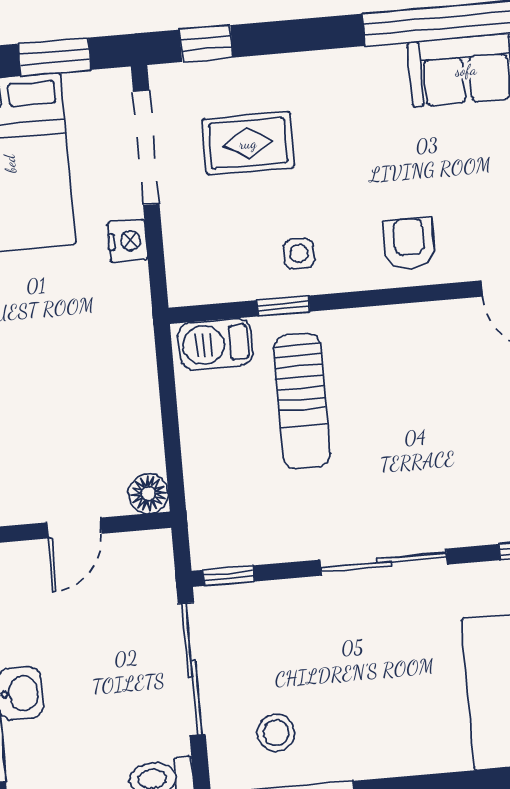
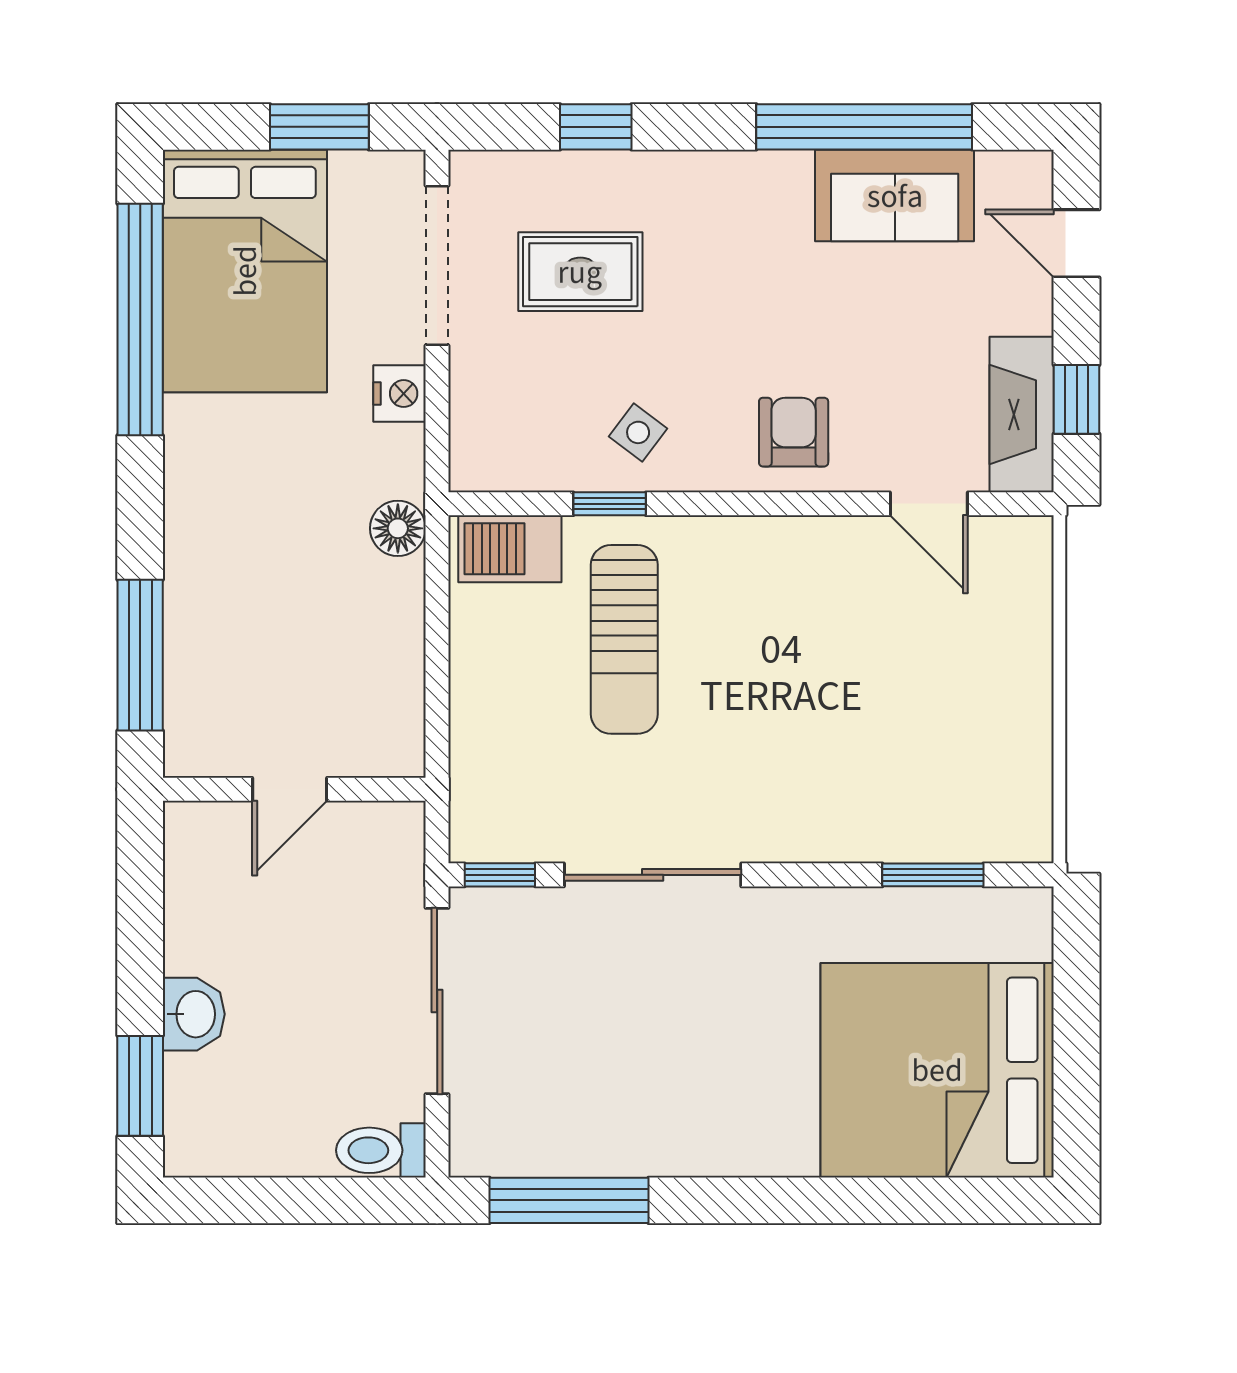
window: (206, 44) -> (596, 127), moved
side table: (299, 254) -> (638, 432), turned 37
floor lamp: (148, 494) -> (398, 528), moved
sliding door: (384, 562) -> (653, 875), moved
stool: (276, 733) -> (547, 1101), removed

